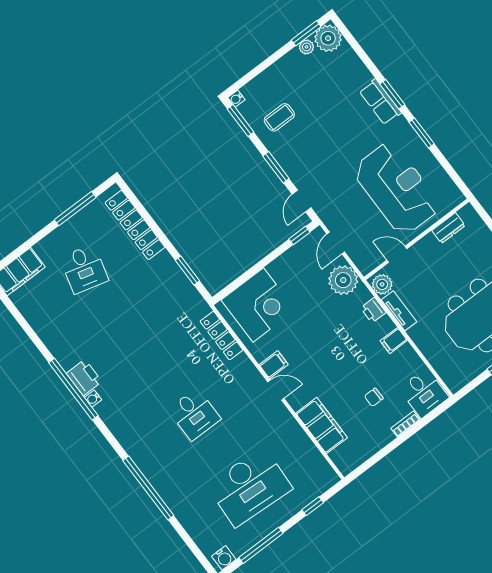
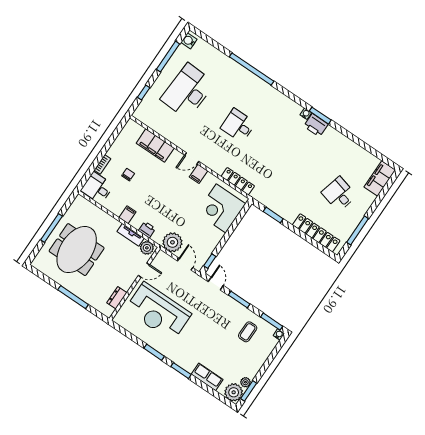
row of seats: (380, 102) -> (207, 377), moved
window: (73, 389) -> (320, 116), width x0.47

